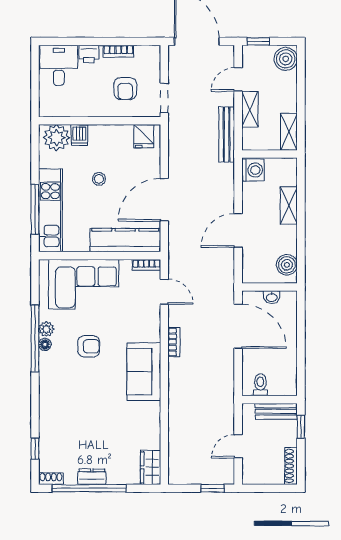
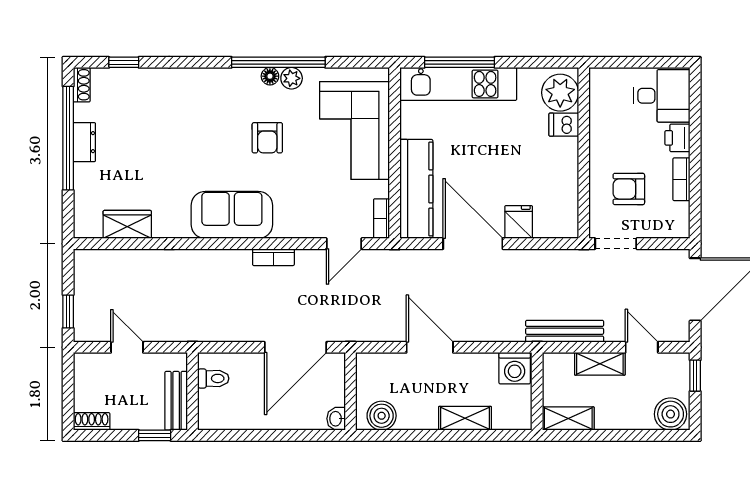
fridge: (144, 136) -> (519, 222), moved, turned 90
stool: (99, 179) -> (502, 152), removed
washbasin: (272, 297) -> (336, 419), moved
shoe rack: (291, 466) -> (92, 421), width x0.70
wardrobe: (151, 467) -> (127, 224), moved

